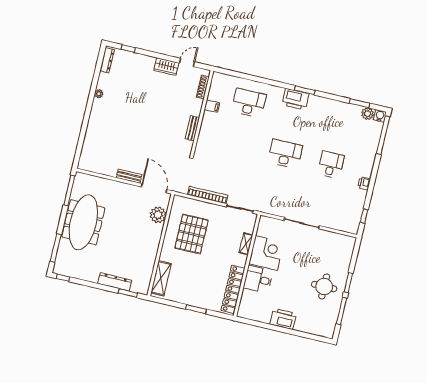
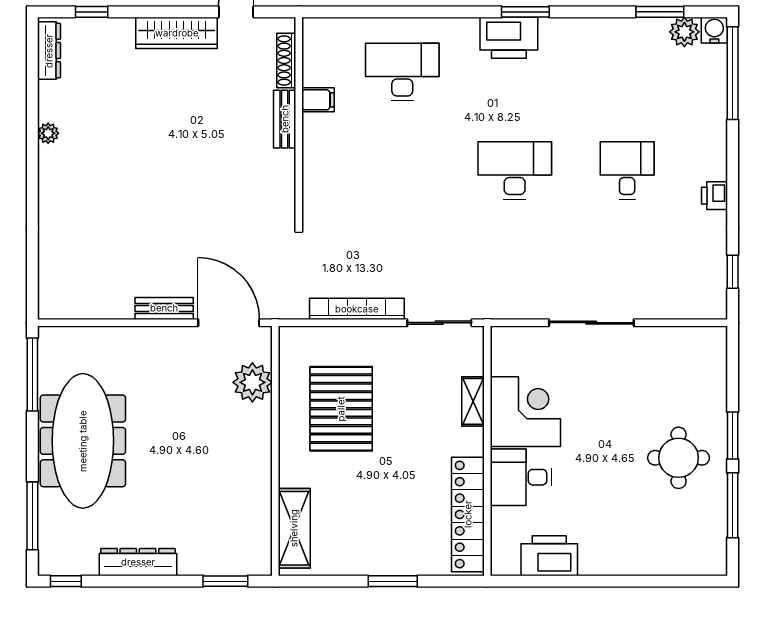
wardrobe: (166, 67) -> (177, 33), width x1.50
bench: (192, 128) -> (285, 119), moved
dresser: (115, 282) -> (138, 562), moved
printer: (283, 319) -> (549, 556), moved

